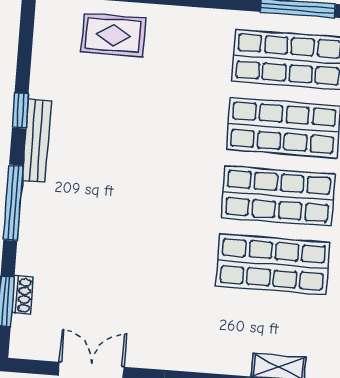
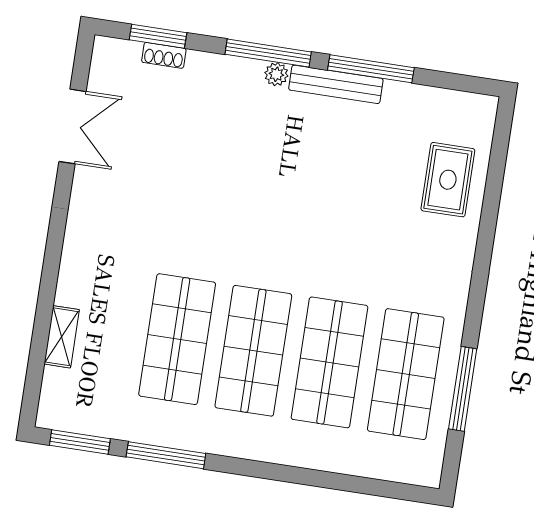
window: (20, 111) -> (371, 69), width x2.17
plant: (31, 194) -> (276, 74), added

